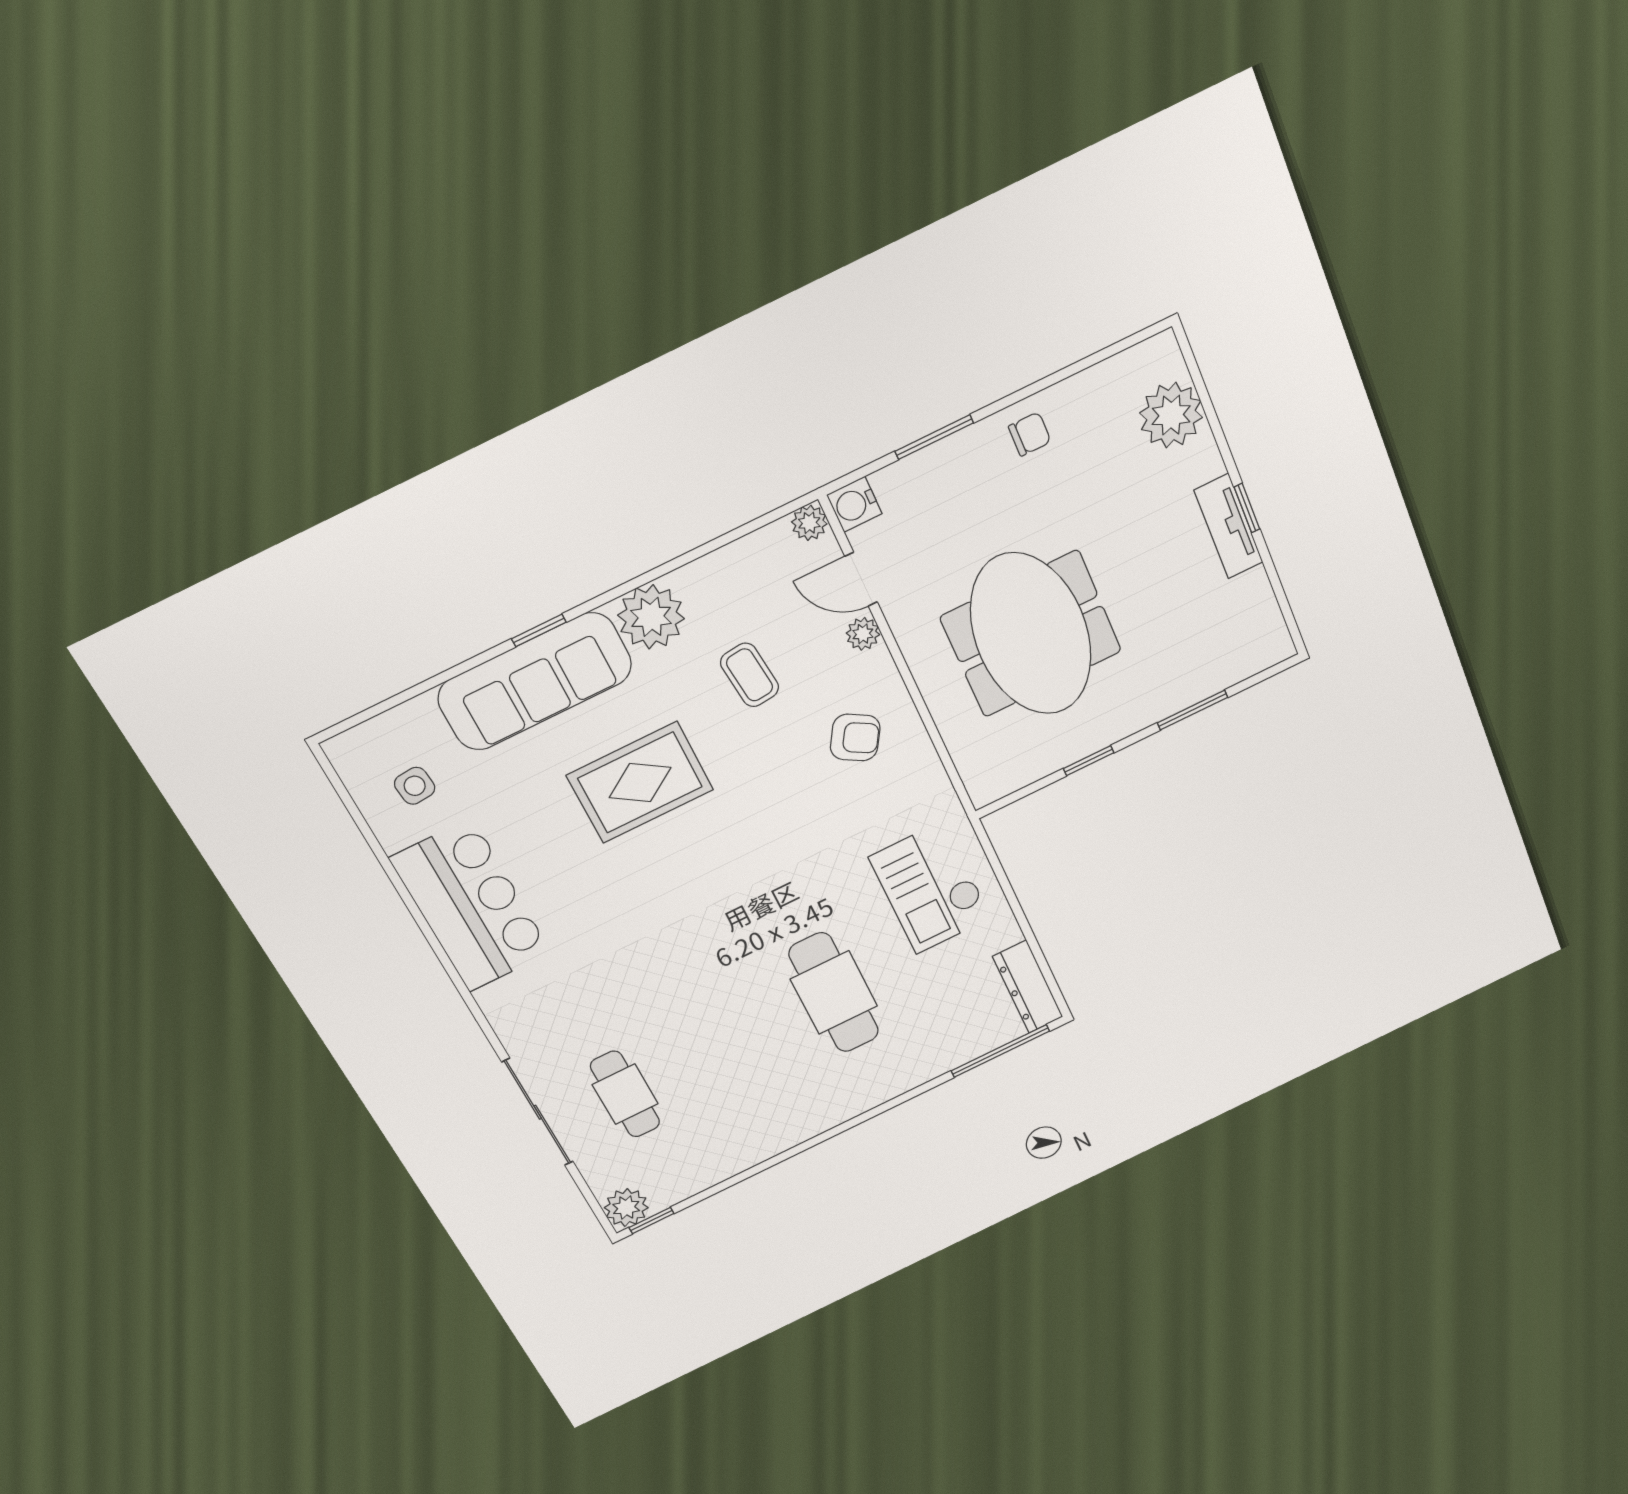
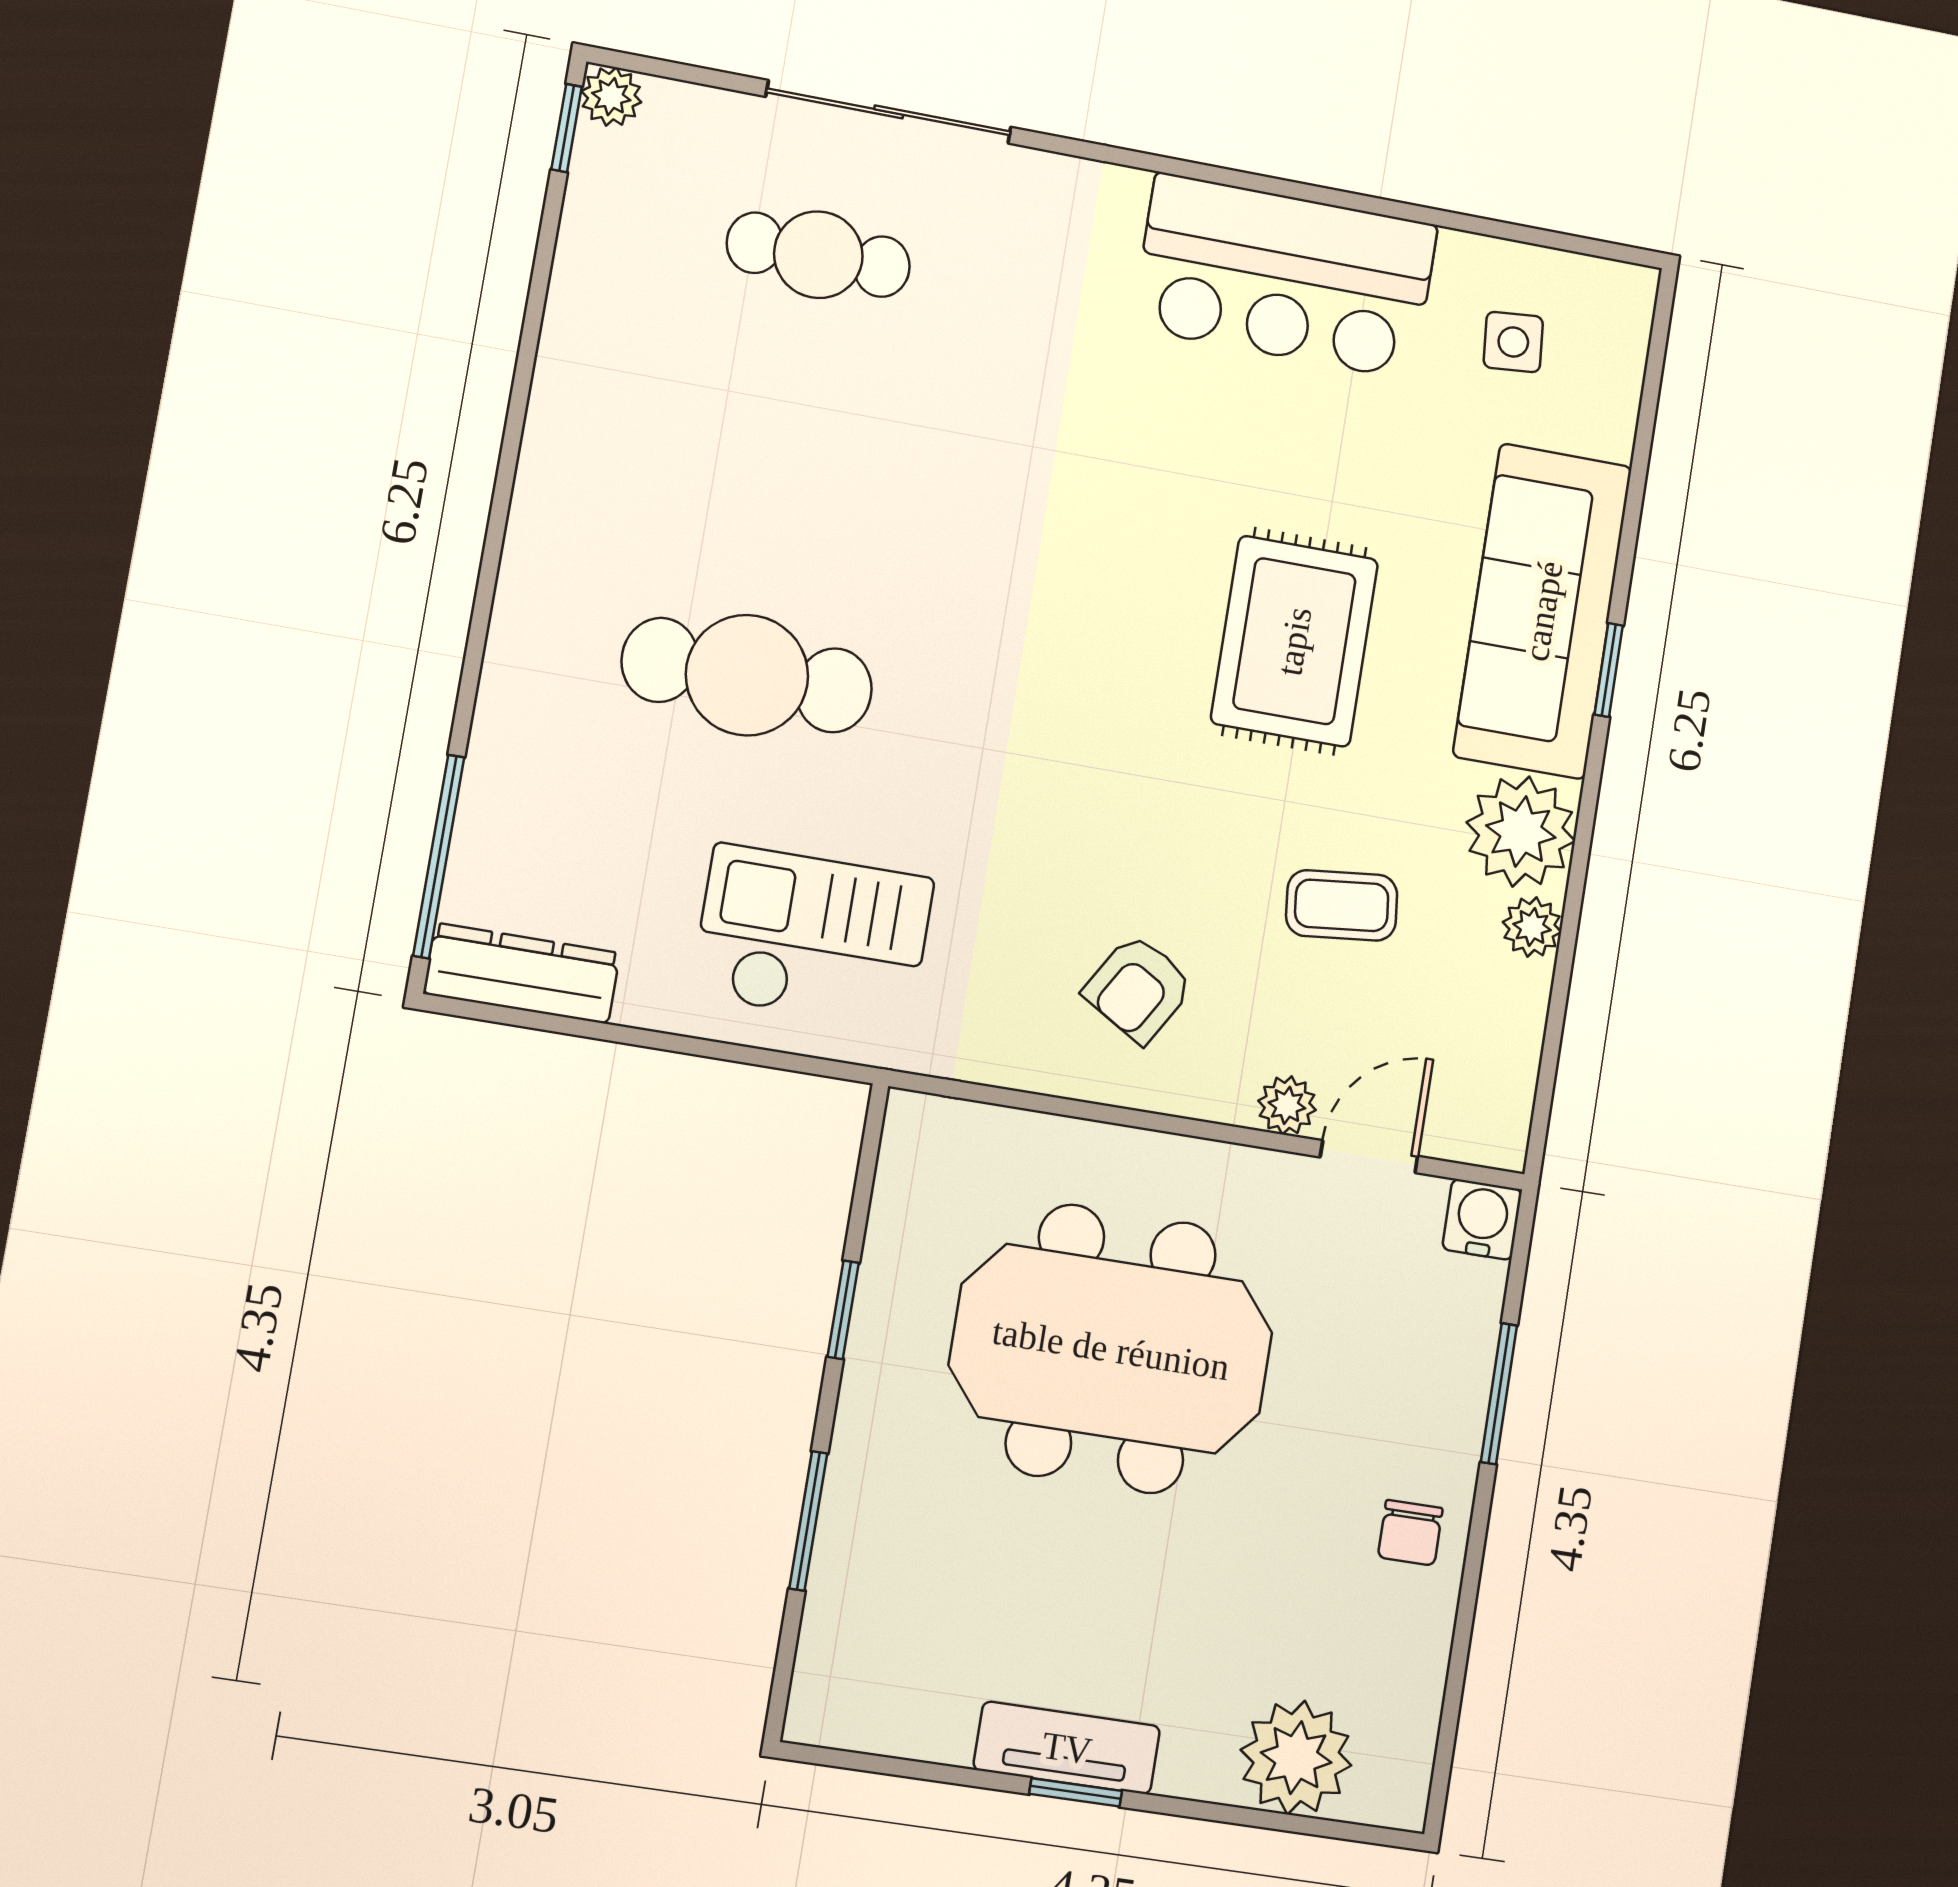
plant: (809, 523) -> (1532, 927), moved
plant: (626, 1208) -> (611, 97), width x0.73, depth x0.73

